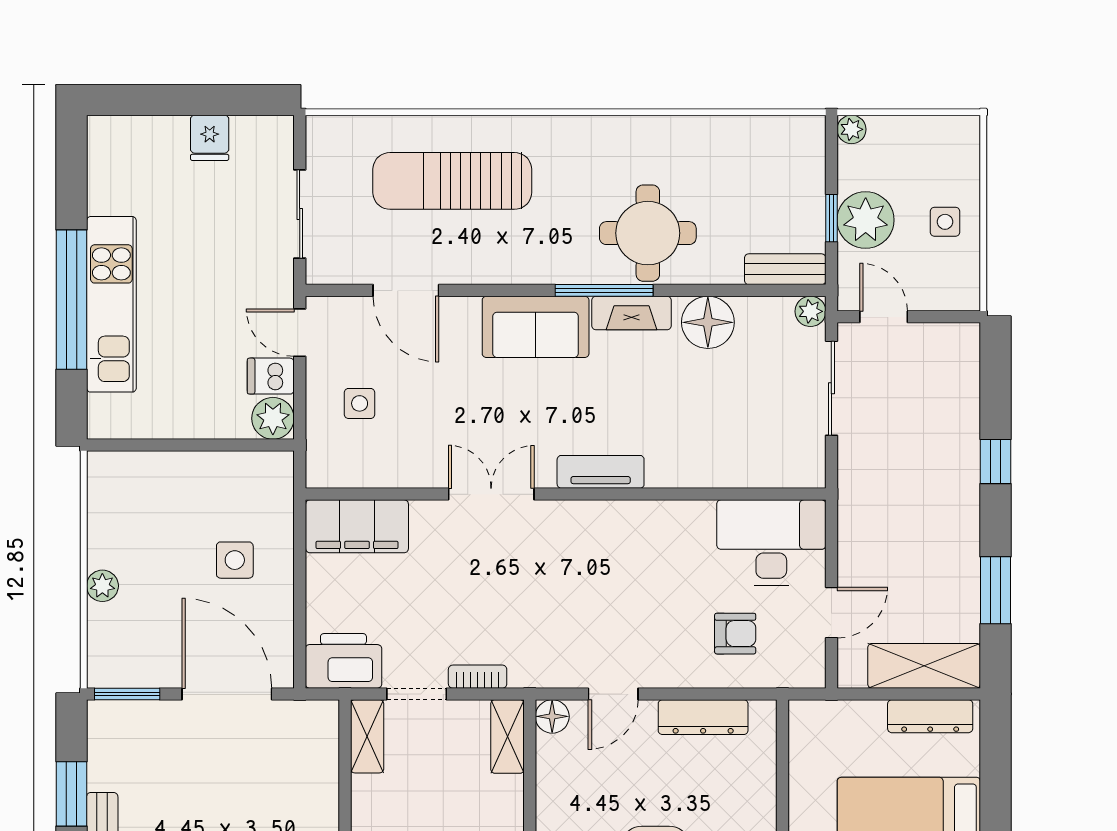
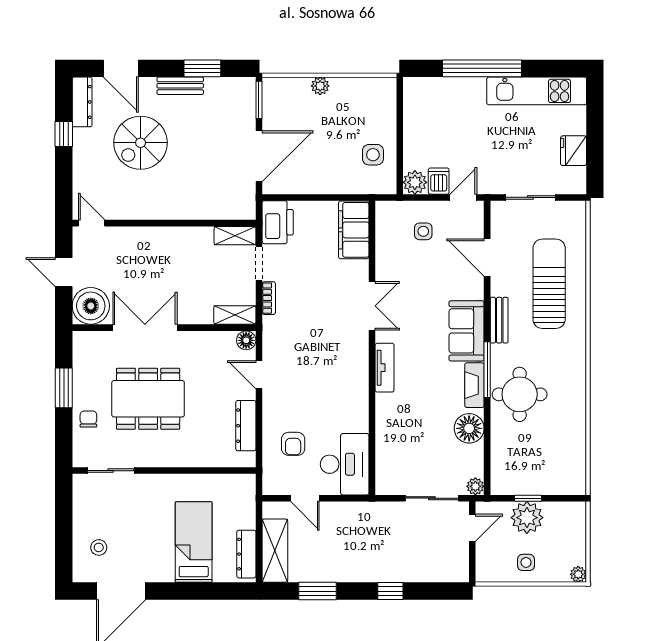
plant: (851, 129) -> (578, 574), moved
fridge: (210, 138) -> (574, 151), width x1.38
bench: (785, 269) -> (499, 320), moved
door: (406, 290) -> (487, 258), hinge flipped
kitchen unit: (111, 304) -> (537, 91), moved
side table: (235, 560) -> (373, 155), moved

